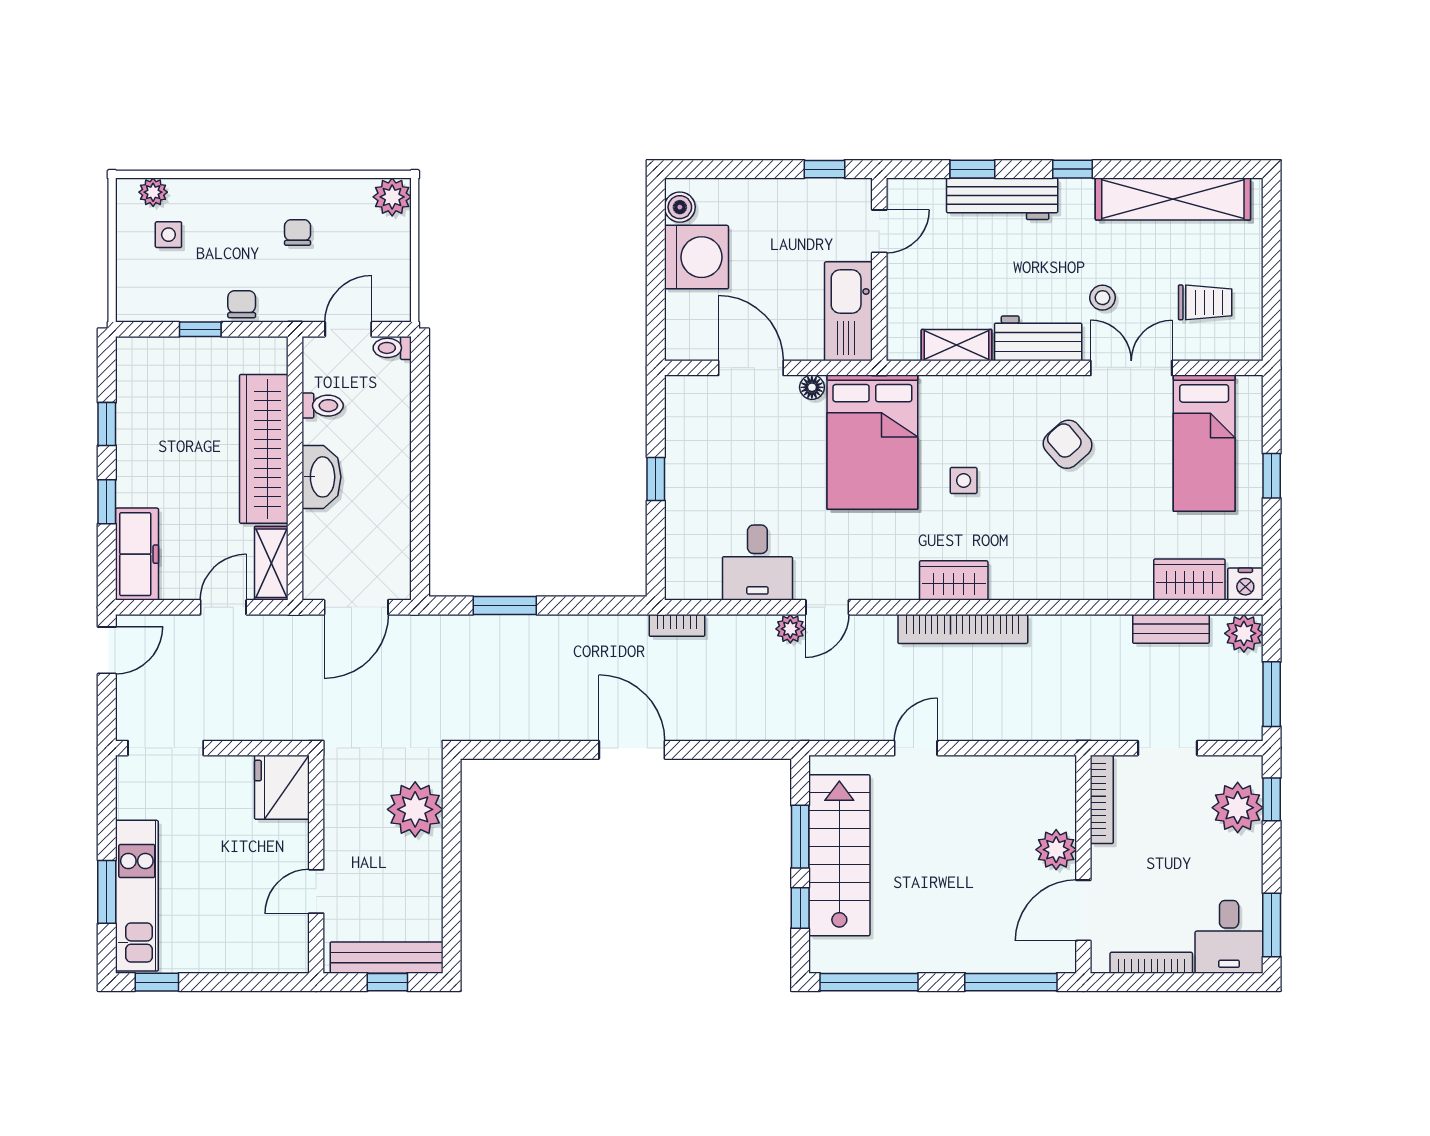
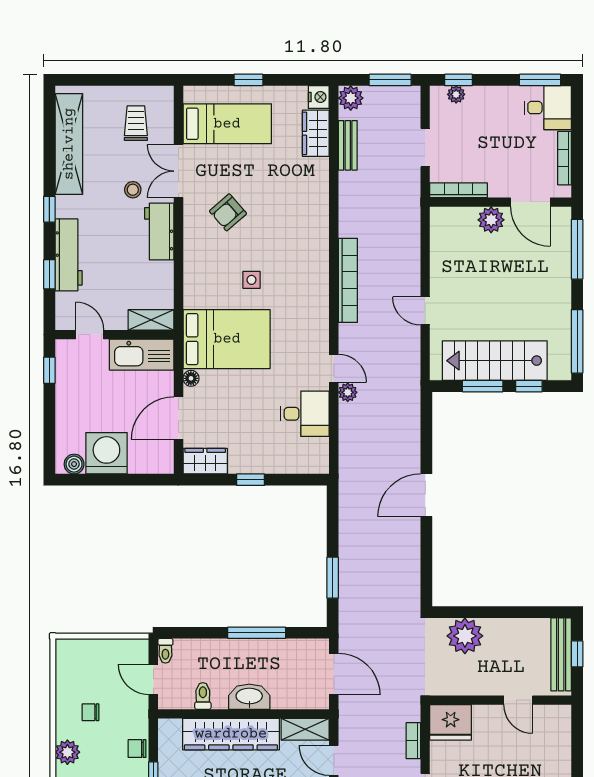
plant: (392, 197) -> (67, 752), moved
shelving: (957, 345) -> (151, 320), moved, turned 90
window: (420, 488) -> (257, 633), added
wardrobe: (954, 580) -> (205, 461), moved, turned 90
bookcase: (677, 625) -> (413, 741), moved, turned 180
plant: (1238, 808) -> (456, 94), width x0.53, depth x0.53

